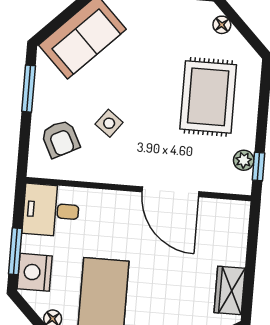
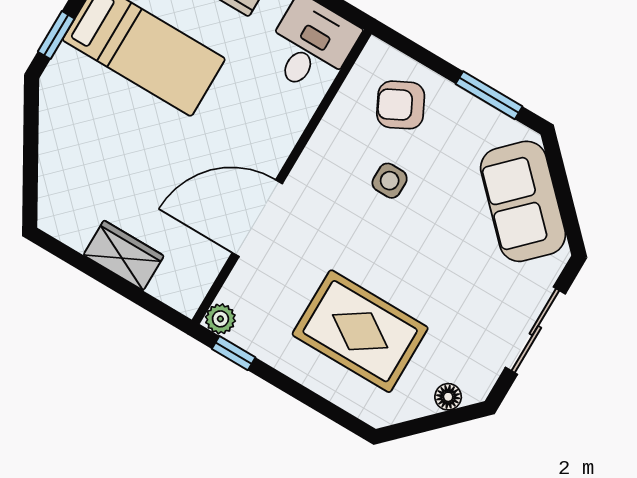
side table: (109, 123) -> (390, 181), turned -37
plant: (244, 160) -> (220, 319), moved
wardrobe: (230, 290) -> (124, 255), moved

